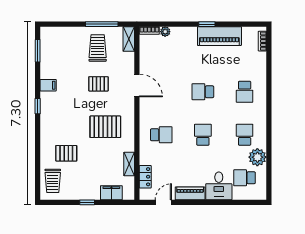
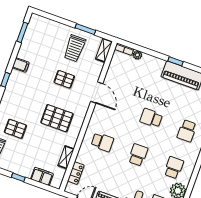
window: (102, 24) -> (85, 29), width x0.69
trolley: (98, 48) -> (75, 48), turned 180

